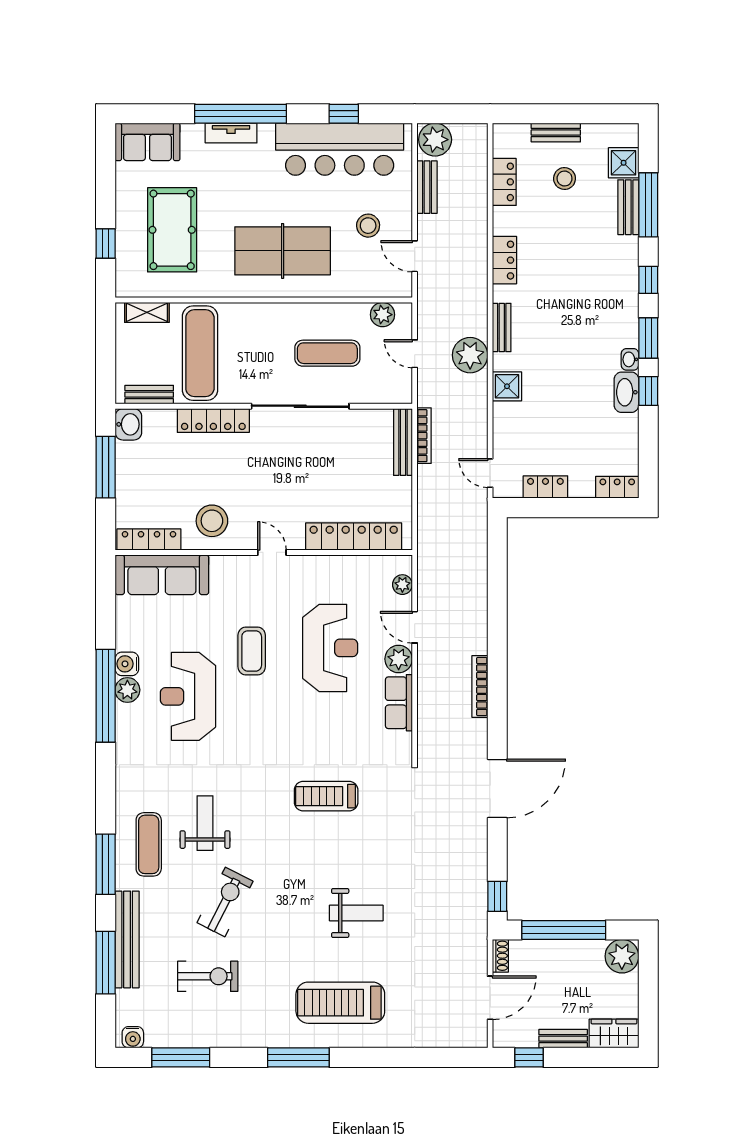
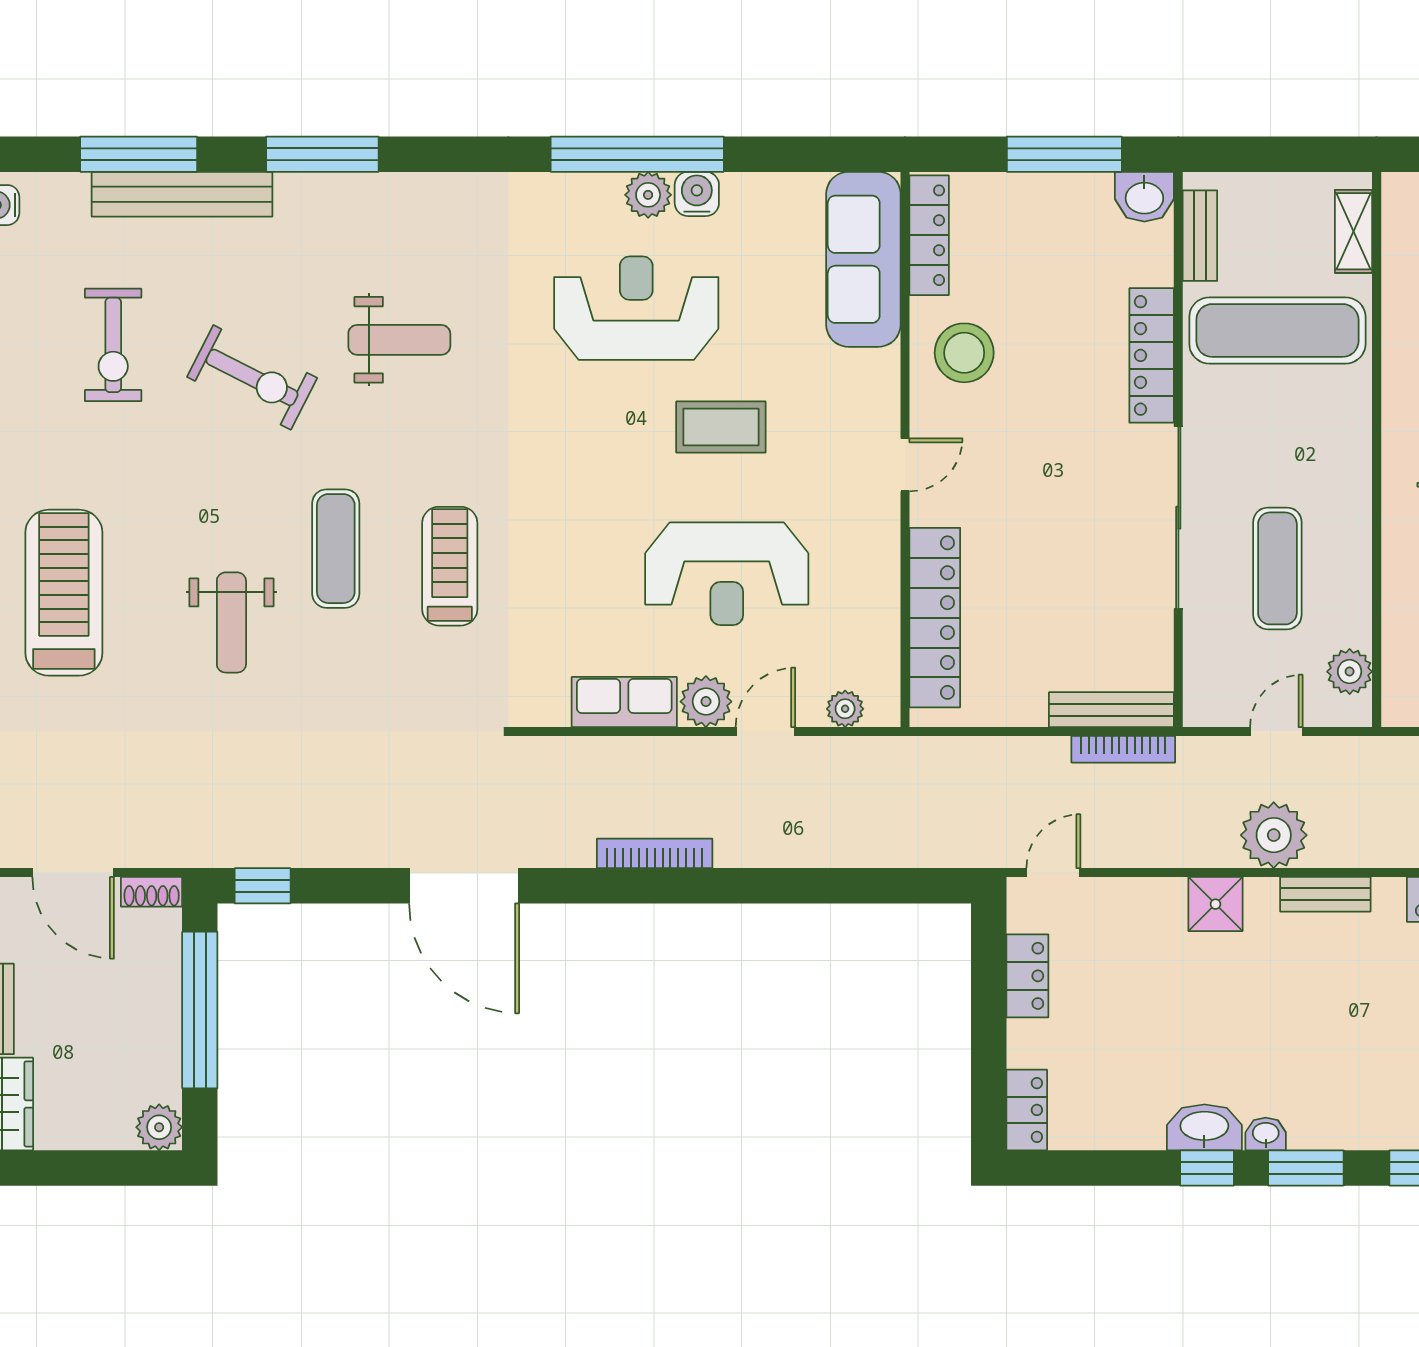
exercise mat: (149, 844) -> (336, 549), moved, turned 90
plant: (622, 956) -> (159, 1127), width x0.73, depth x0.73

